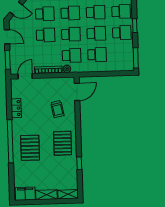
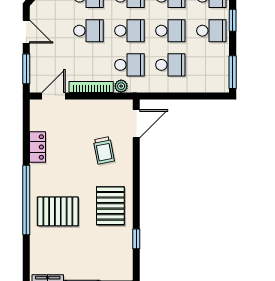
pallet: (30, 148) -> (58, 211), turned 90

